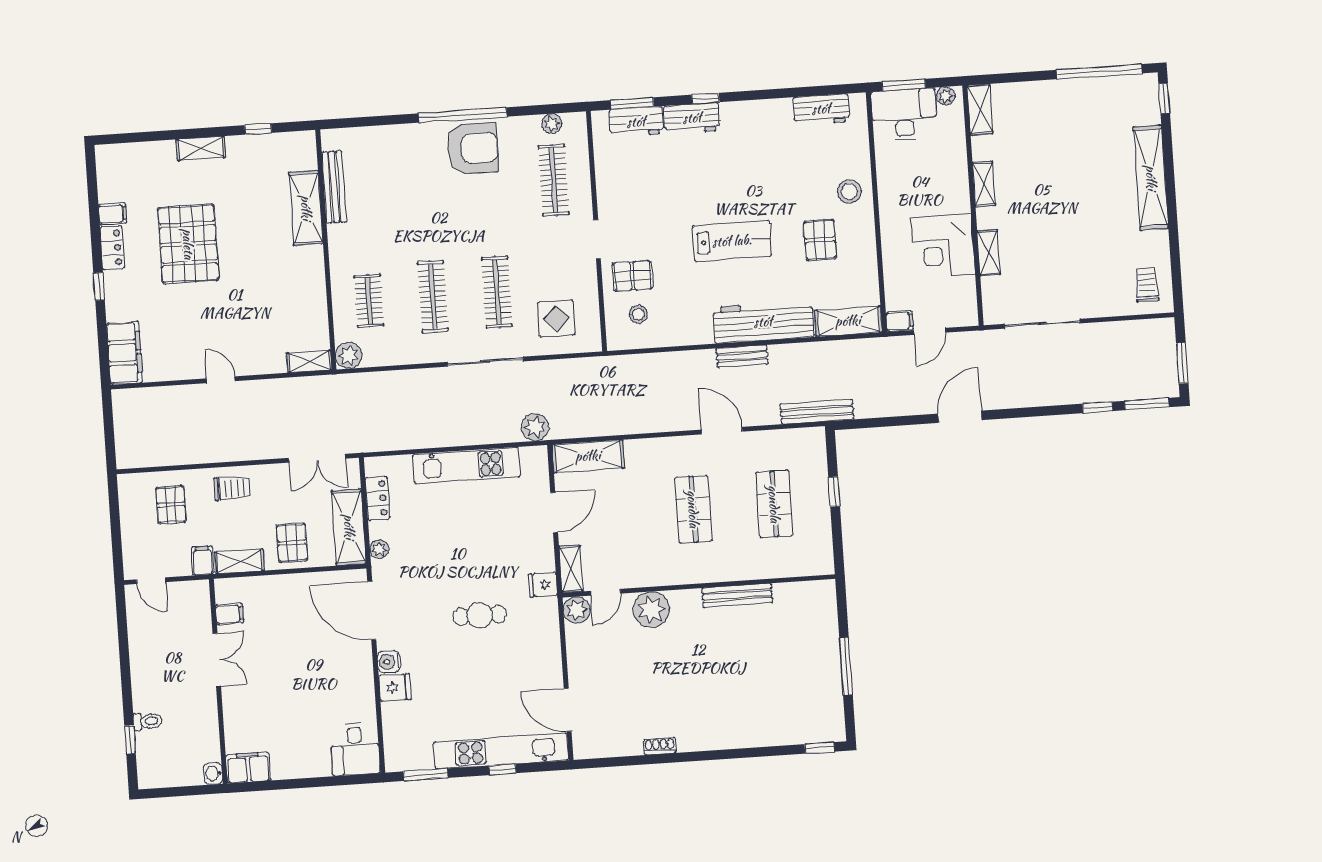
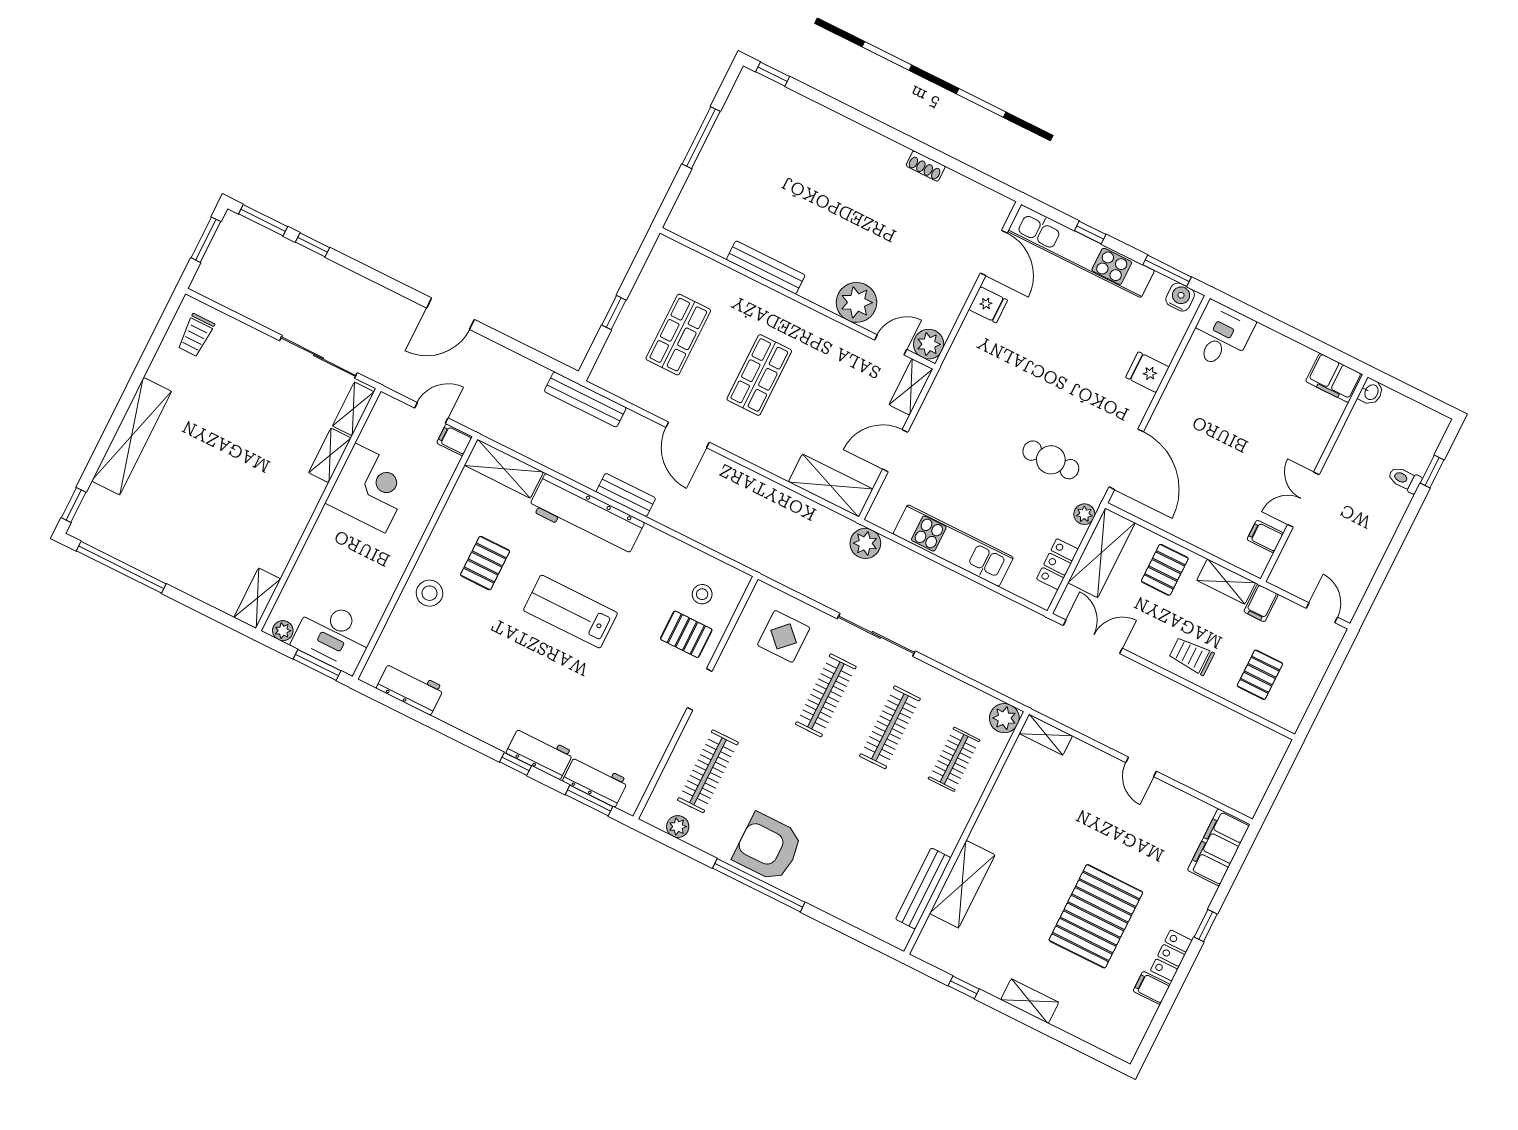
shelving: (984, 184) -> (353, 409), moved
fridge: (543, 585) -> (988, 305), moved
cafe table: (480, 615) -> (1051, 460), moved
water cooler: (389, 662) -> (1180, 297), moved, turned -90

